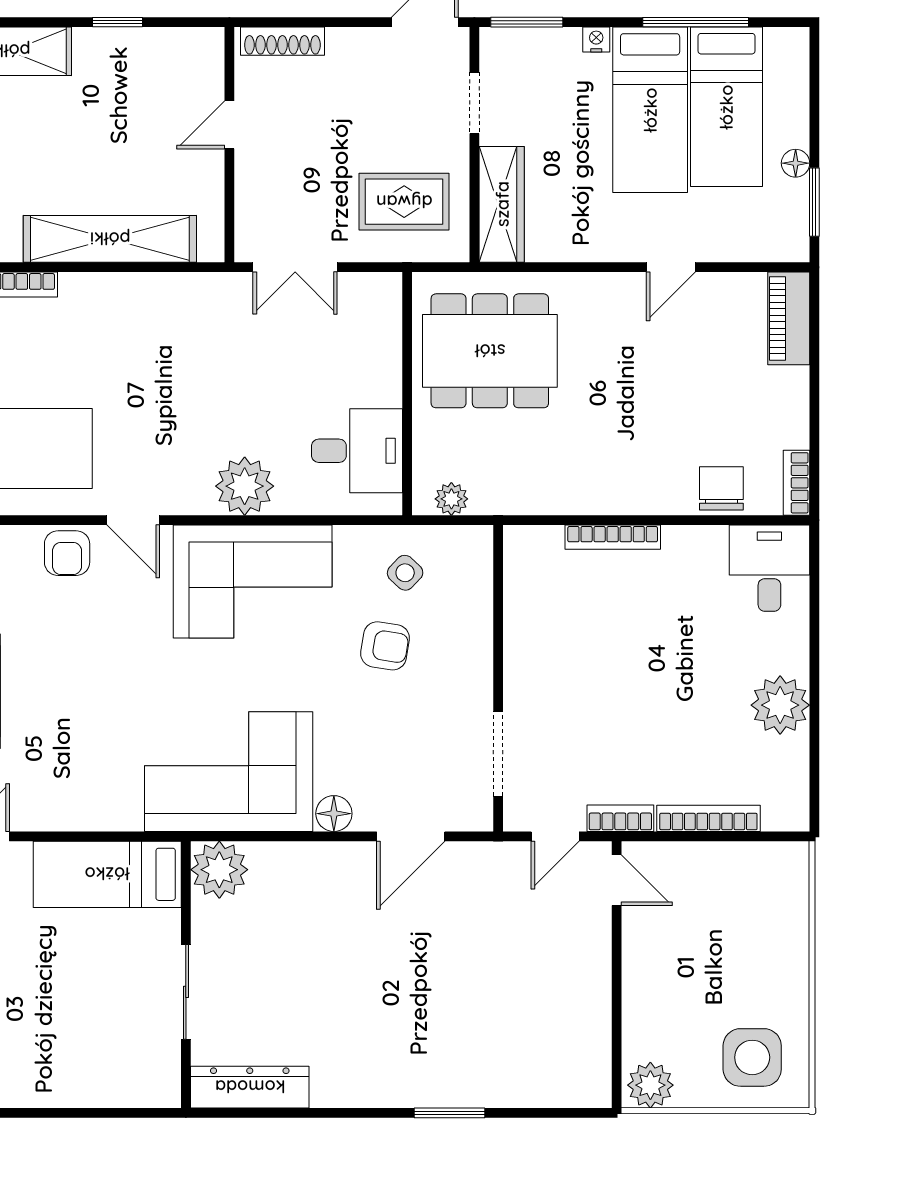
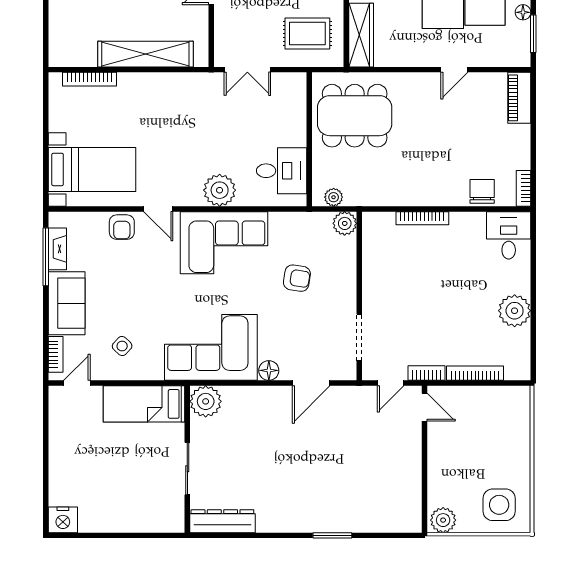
plant: (472, 546) -> (345, 223), added
side table: (405, 573) -> (122, 346), moved

